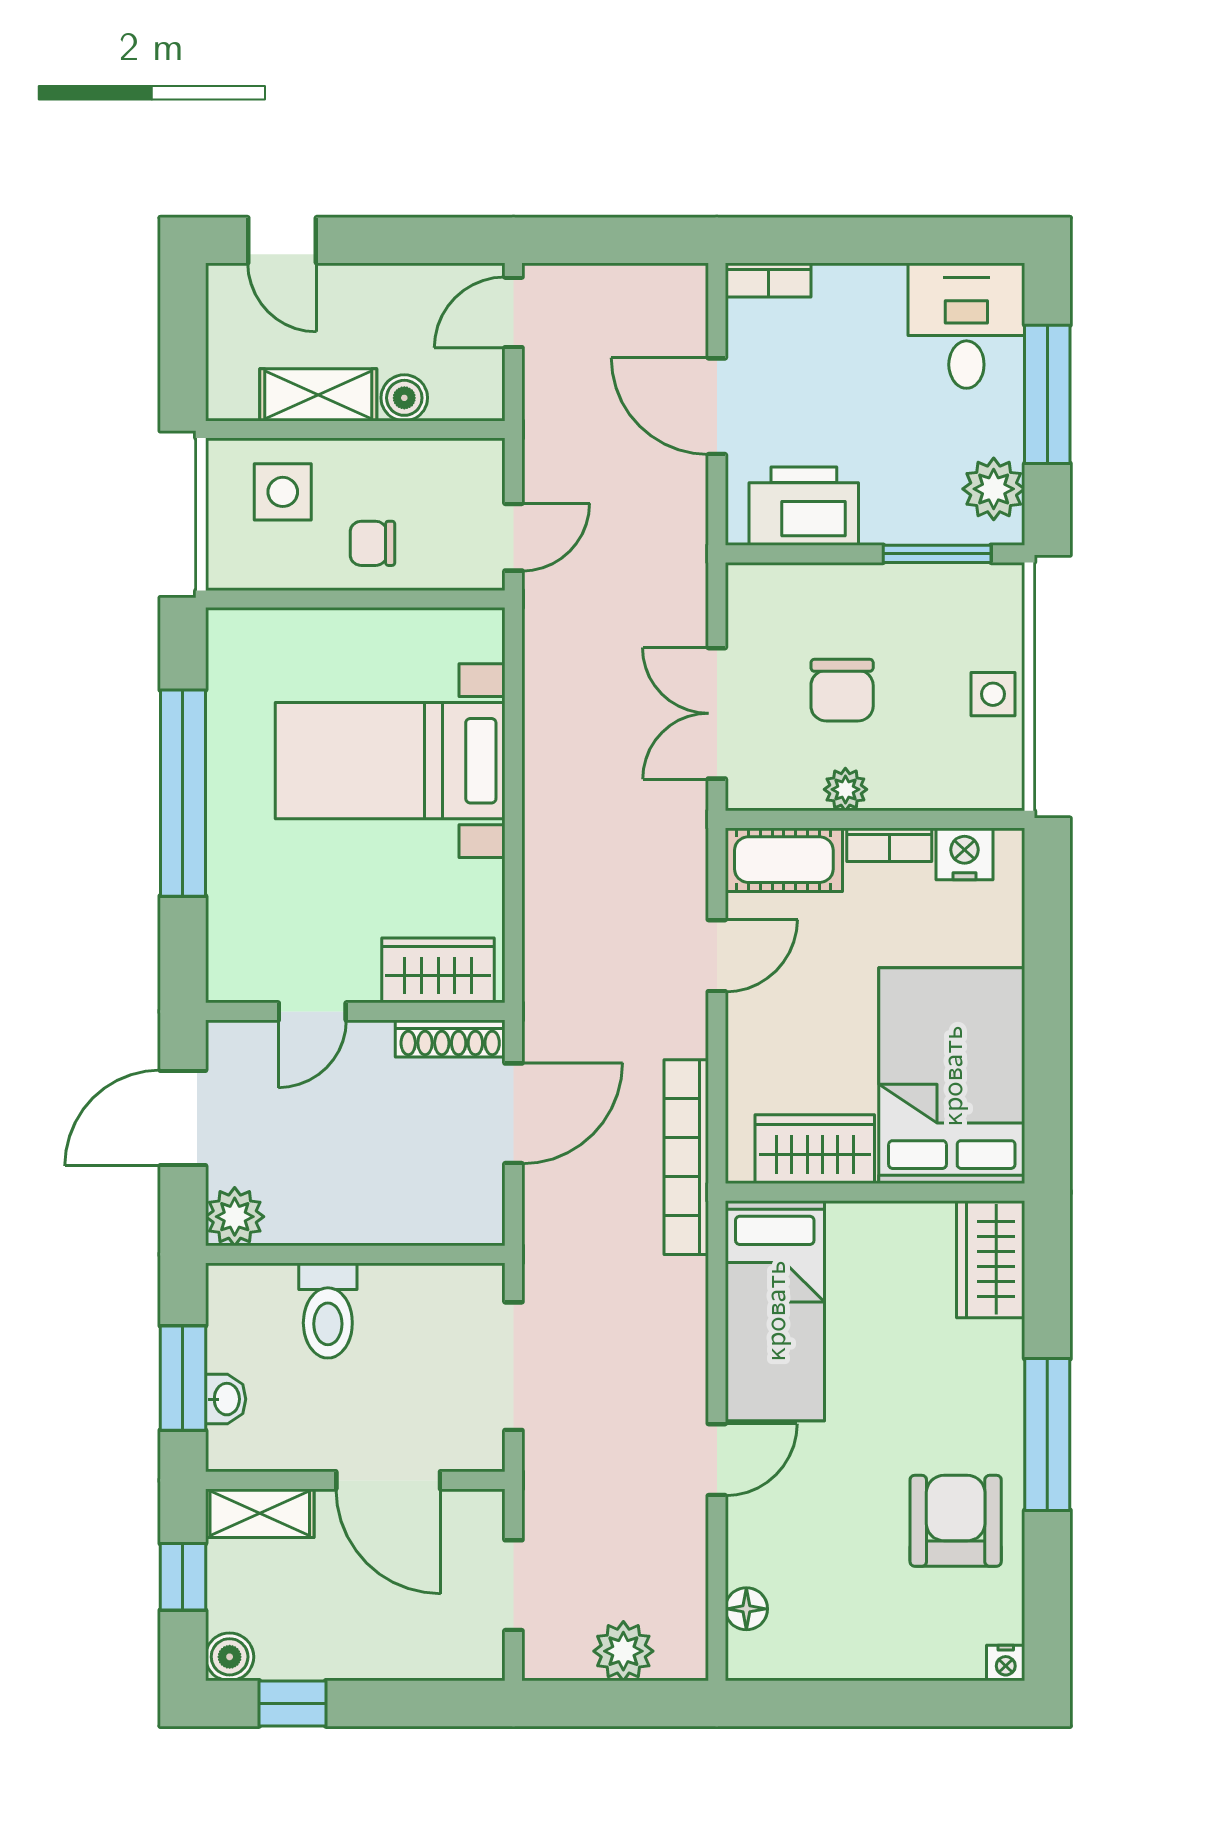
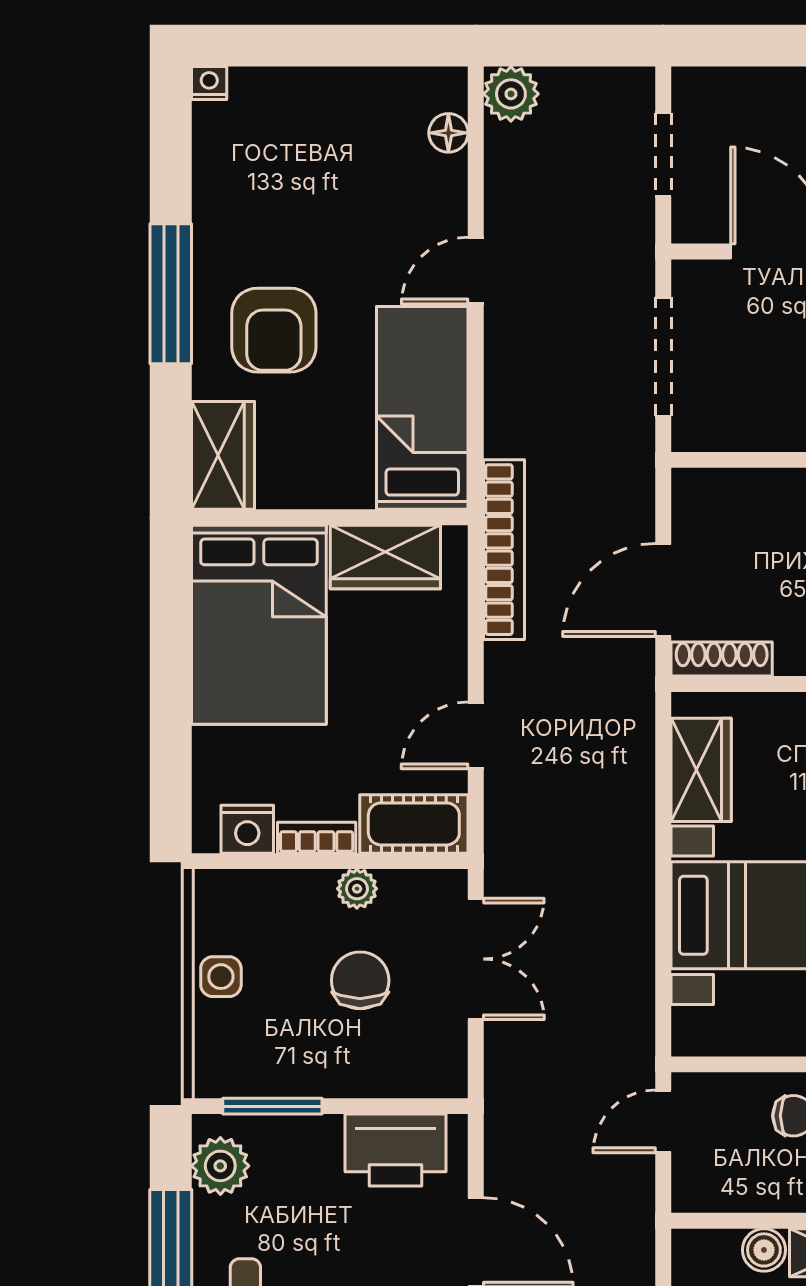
wardrobe: (438, 970) -> (701, 770), moved, turned -90
armchair: (956, 1521) -> (274, 330), moved
plant: (623, 1651) -> (511, 94), moved

